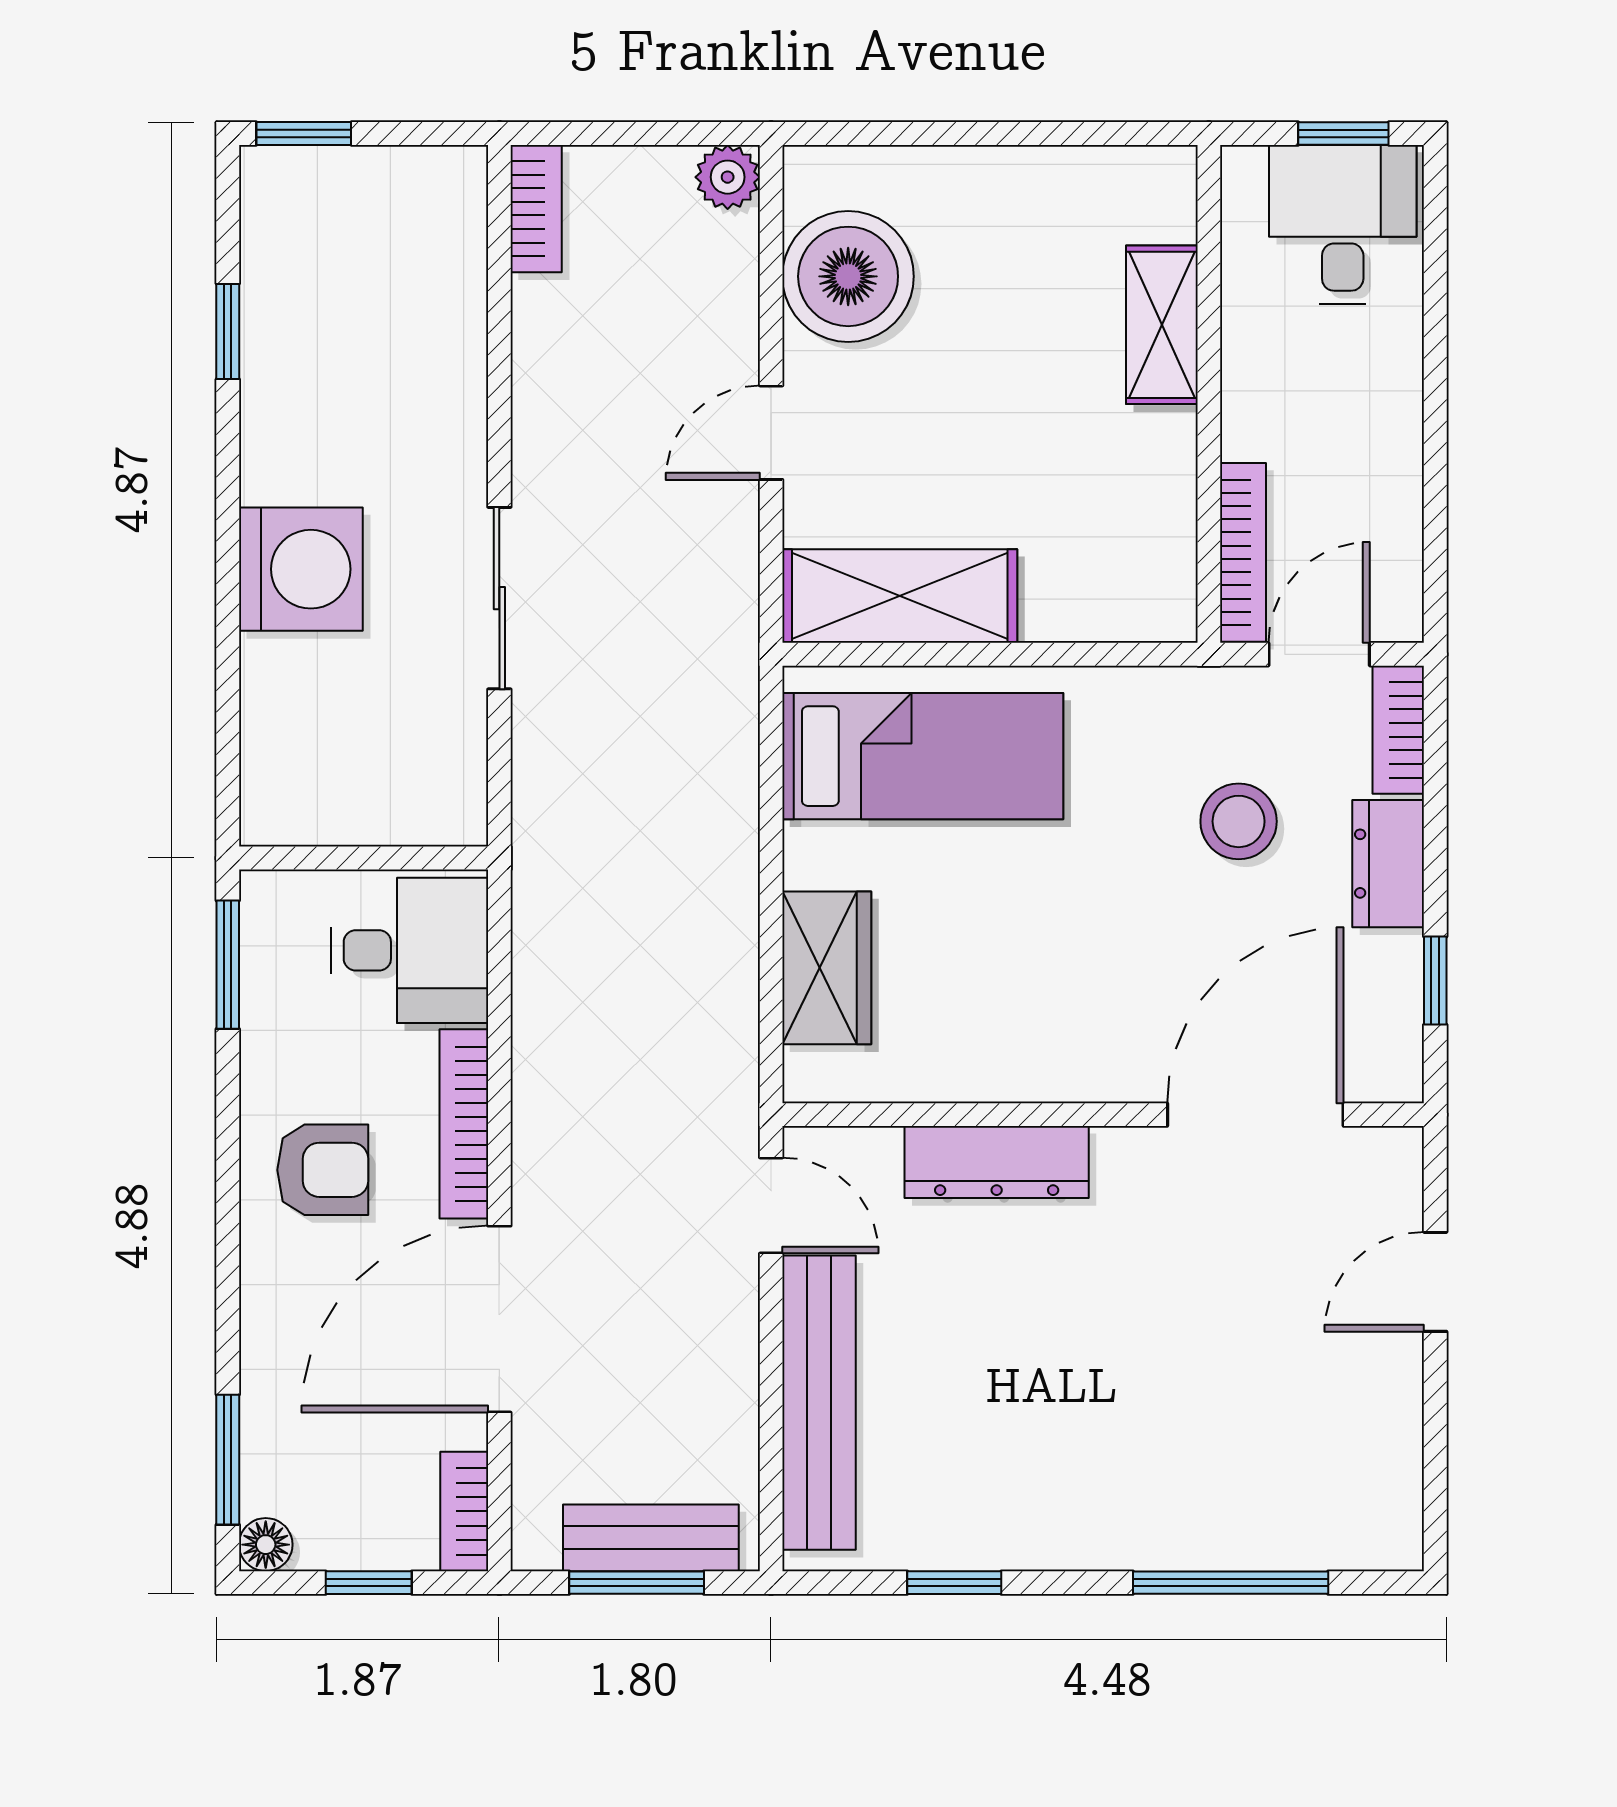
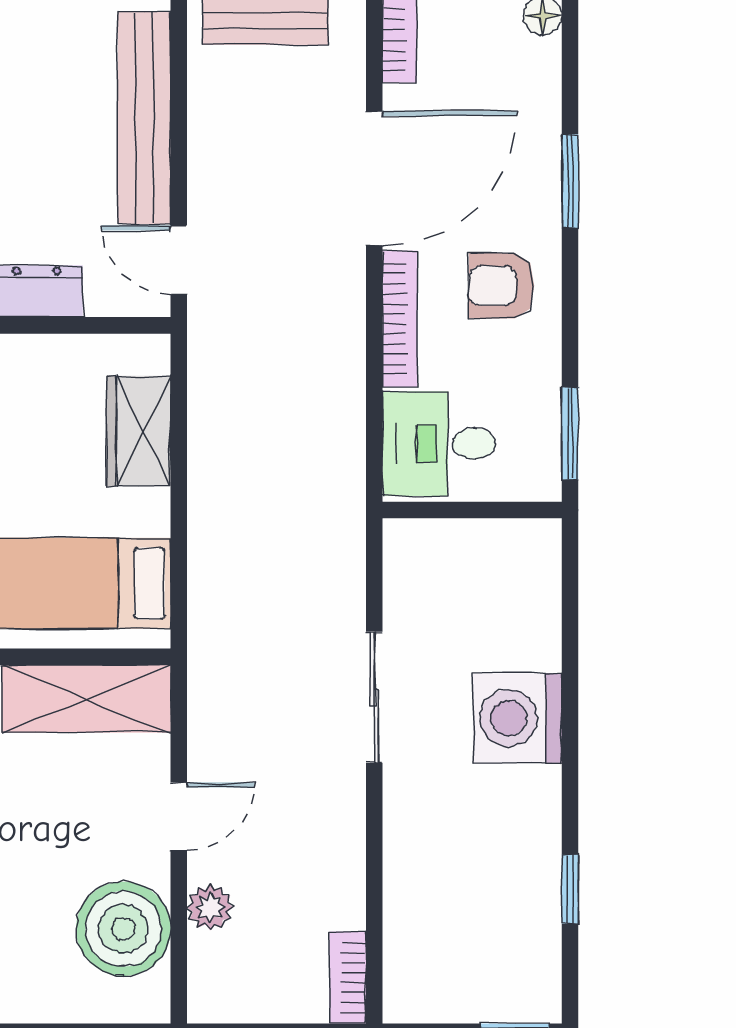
plant: (728, 177) -> (210, 907), moved
window: (228, 1460) -> (570, 181), moved

